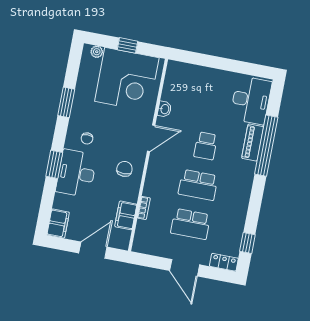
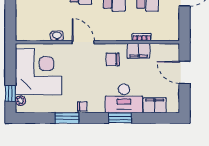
window: (128, 45) -> (10, 93), moved
chair: (87, 138) -> (82, 106), moved
filing cabinet: (126, 215) -> (139, 51), moved
filing cabinet: (58, 224) -> (155, 105), moved

